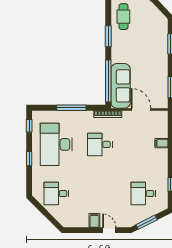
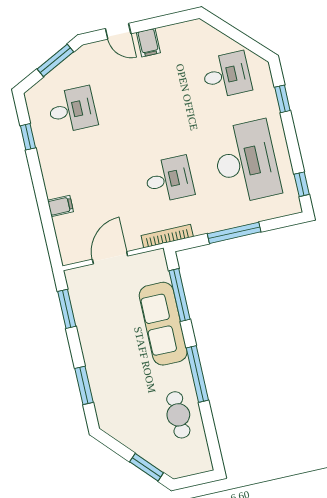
window: (108, 36) -> (197, 374), width x1.44
window: (108, 81) -> (180, 295), width x0.68
sofa: (121, 86) -> (163, 324), moved
door: (141, 109) -> (110, 258), swing flipped
window: (29, 159) -> (282, 99), moved

